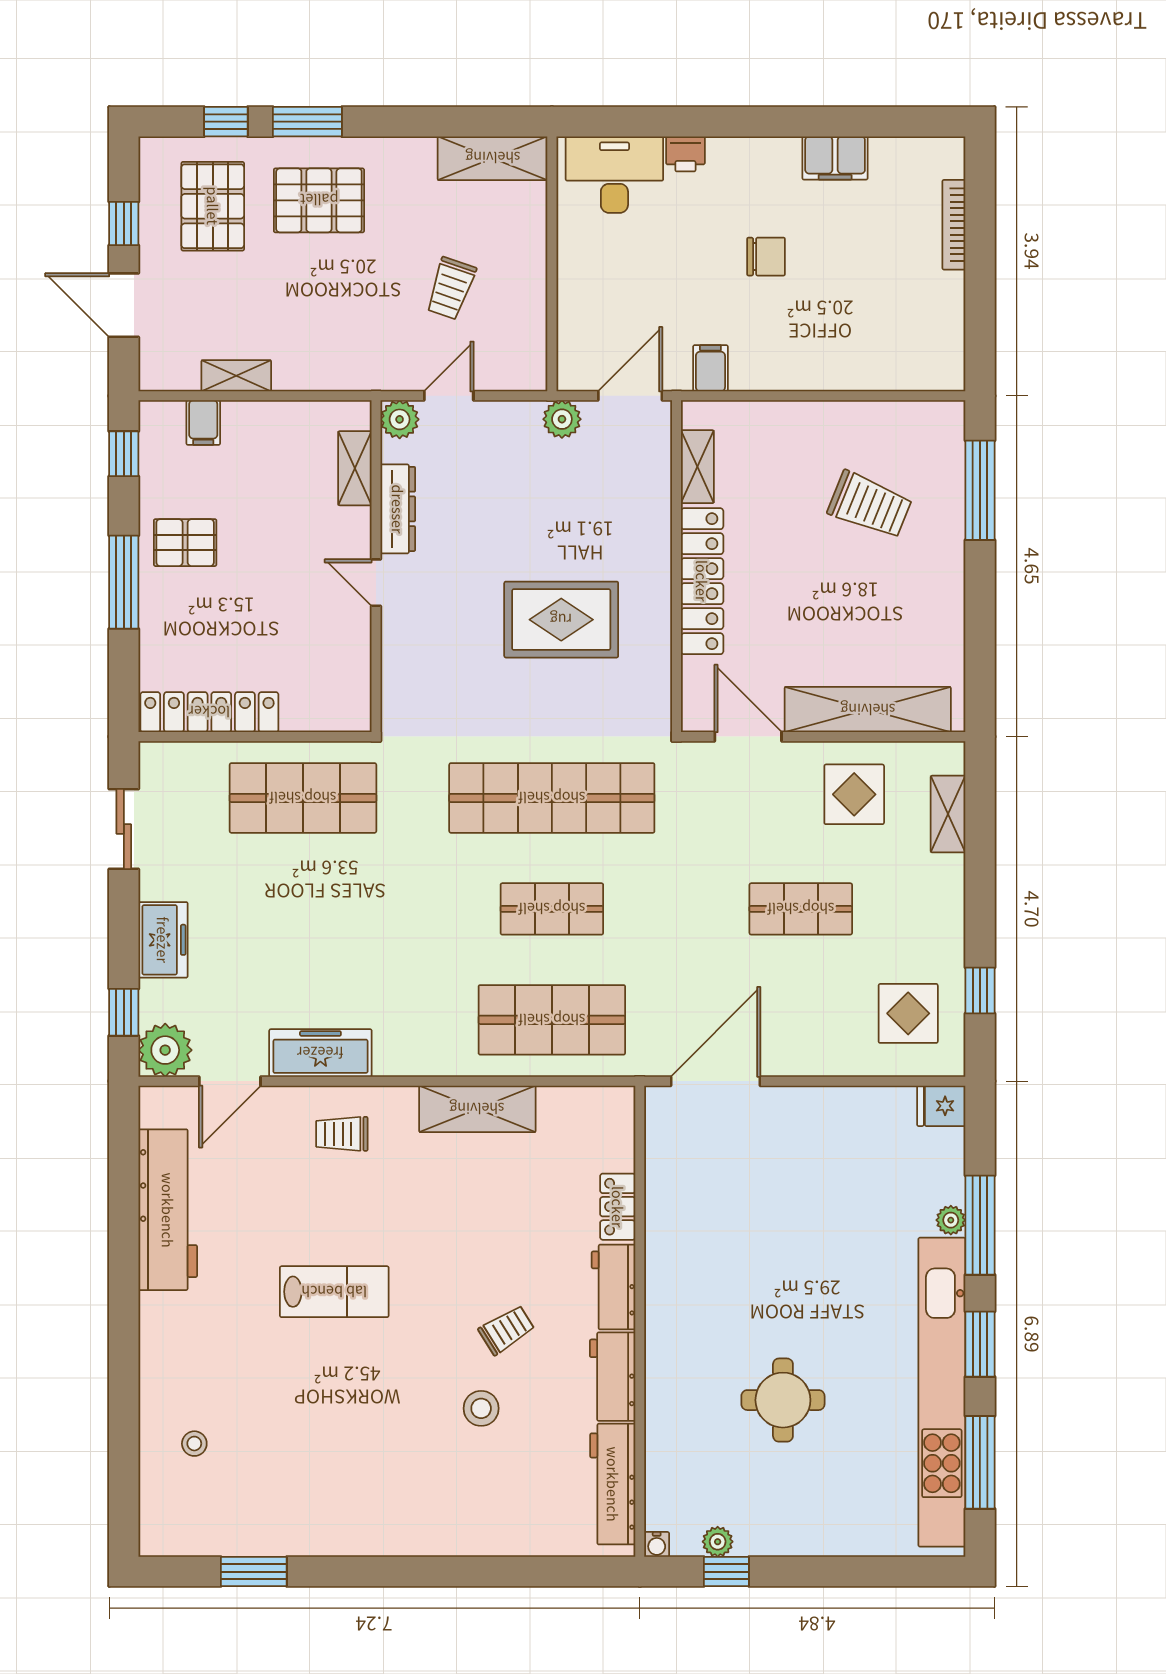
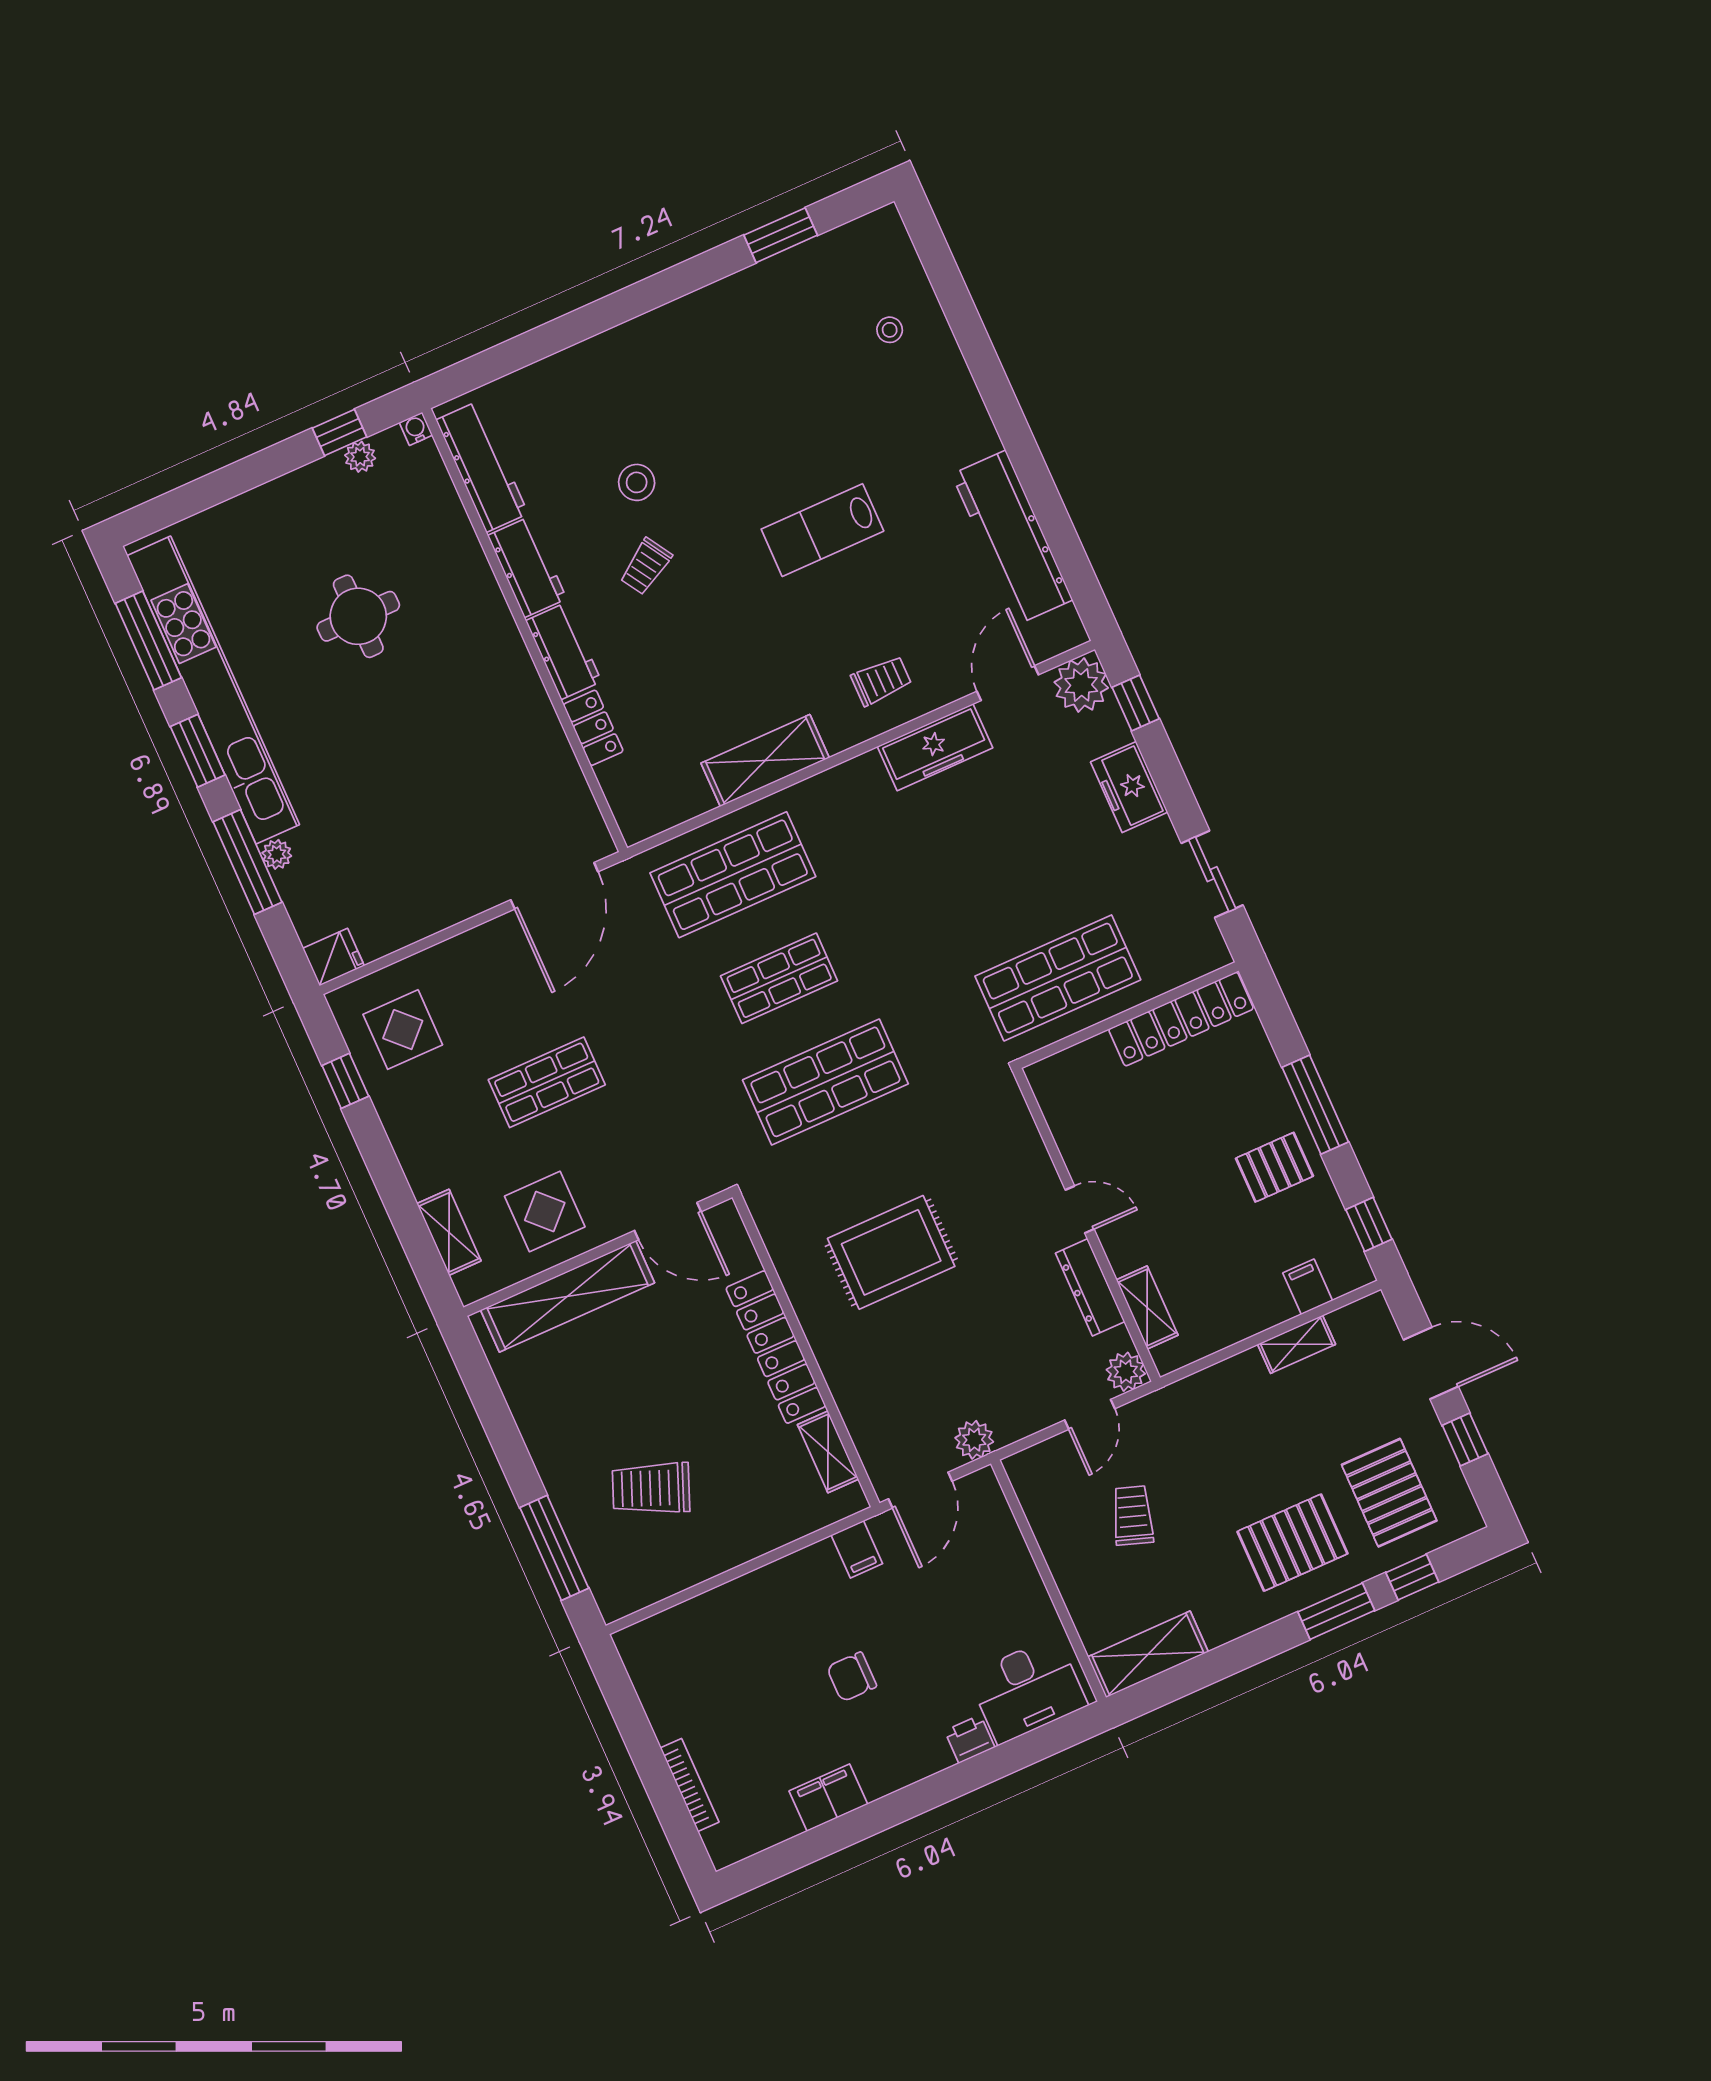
shop shelf: (552, 798) -> (825, 1082), width x0.71

